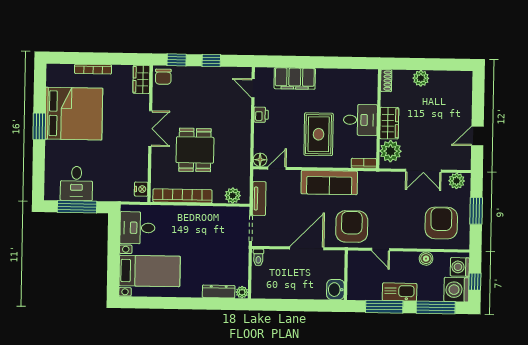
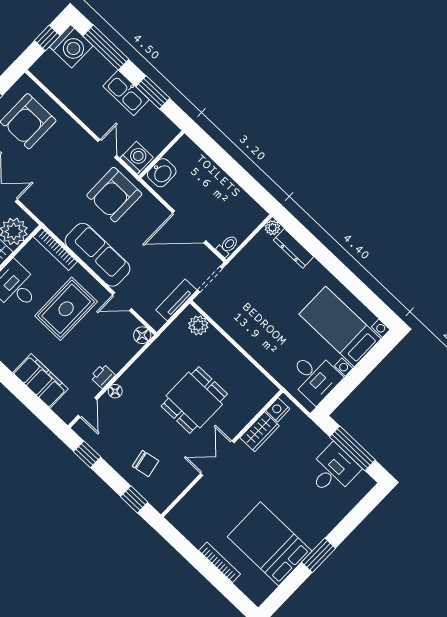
window: (211, 60) -> (87, 454), moved
chair: (163, 77) -> (146, 464), moved, turned 79
wardrobe: (141, 79) -> (260, 432), moved
floor lamp: (246, 113) -> (115, 391), added
bed: (74, 114) -> (270, 544), width x0.73
bookcase: (364, 163) -> (55, 249), width x1.56
door: (277, 168) -> (122, 302), moved
bookcase: (182, 196) -> (245, 368), removed
door: (307, 248) -> (189, 227), moved
boiler: (426, 259) -> (73, 101), removed
washing machine: (460, 267) -> (137, 158), moved, turned -90
washbasin: (335, 290) -> (162, 173), moved
window: (384, 307) -> (153, 92), width x0.69

